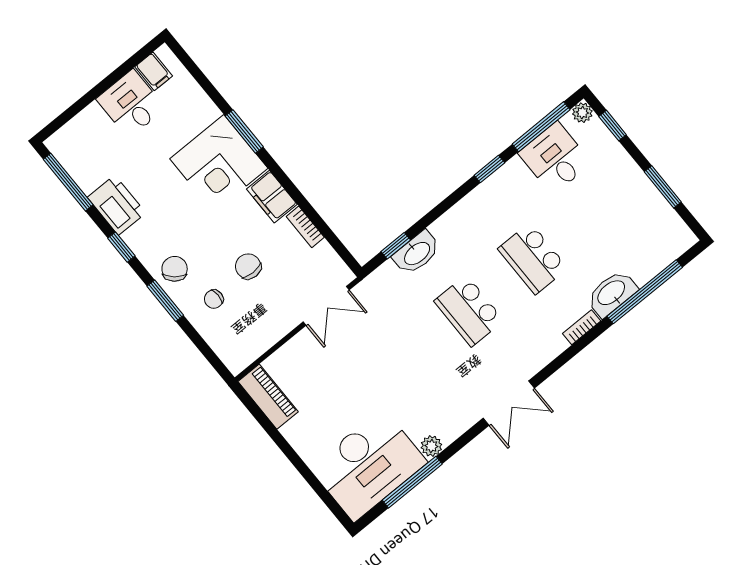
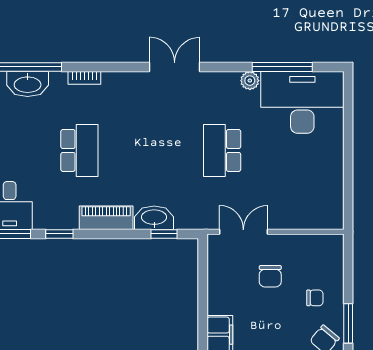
bookcase: (305, 227) -> (214, 296), removed
chair: (248, 266) -> (270, 276), moved
washbasin: (612, 293) -> (28, 84), moved
school desk: (469, 311) -> (222, 150), moved, turned 180
piano: (268, 397) -> (106, 218), moved, turned 90

